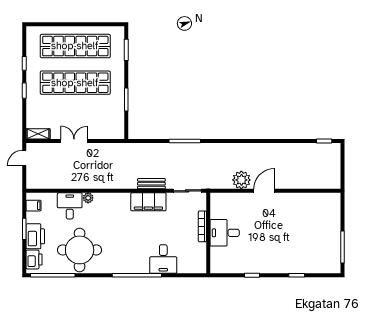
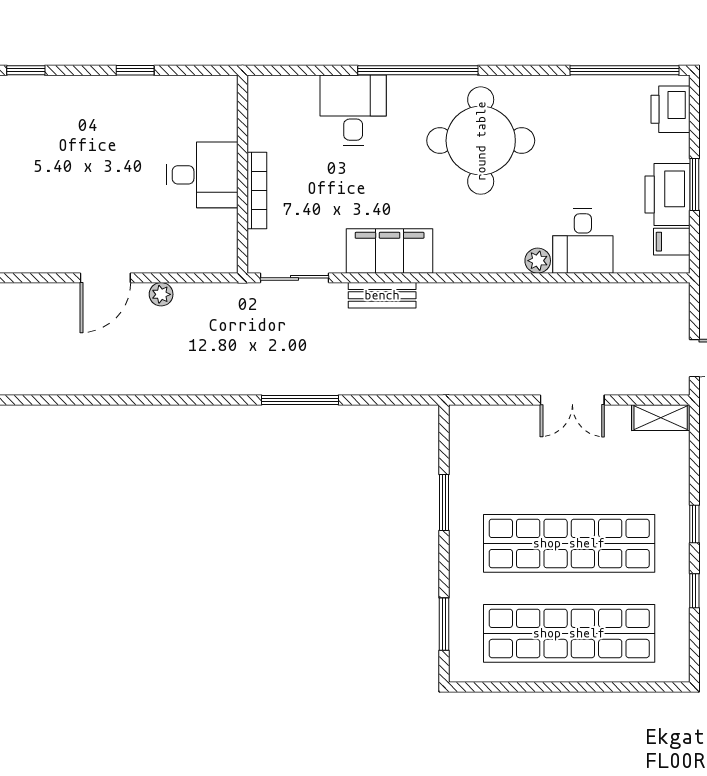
plant: (241, 180) -> (161, 294), width x0.53, depth x0.53
printer: (35, 236) -> (667, 194), moved
round table: (80, 250) -> (481, 141), moved

